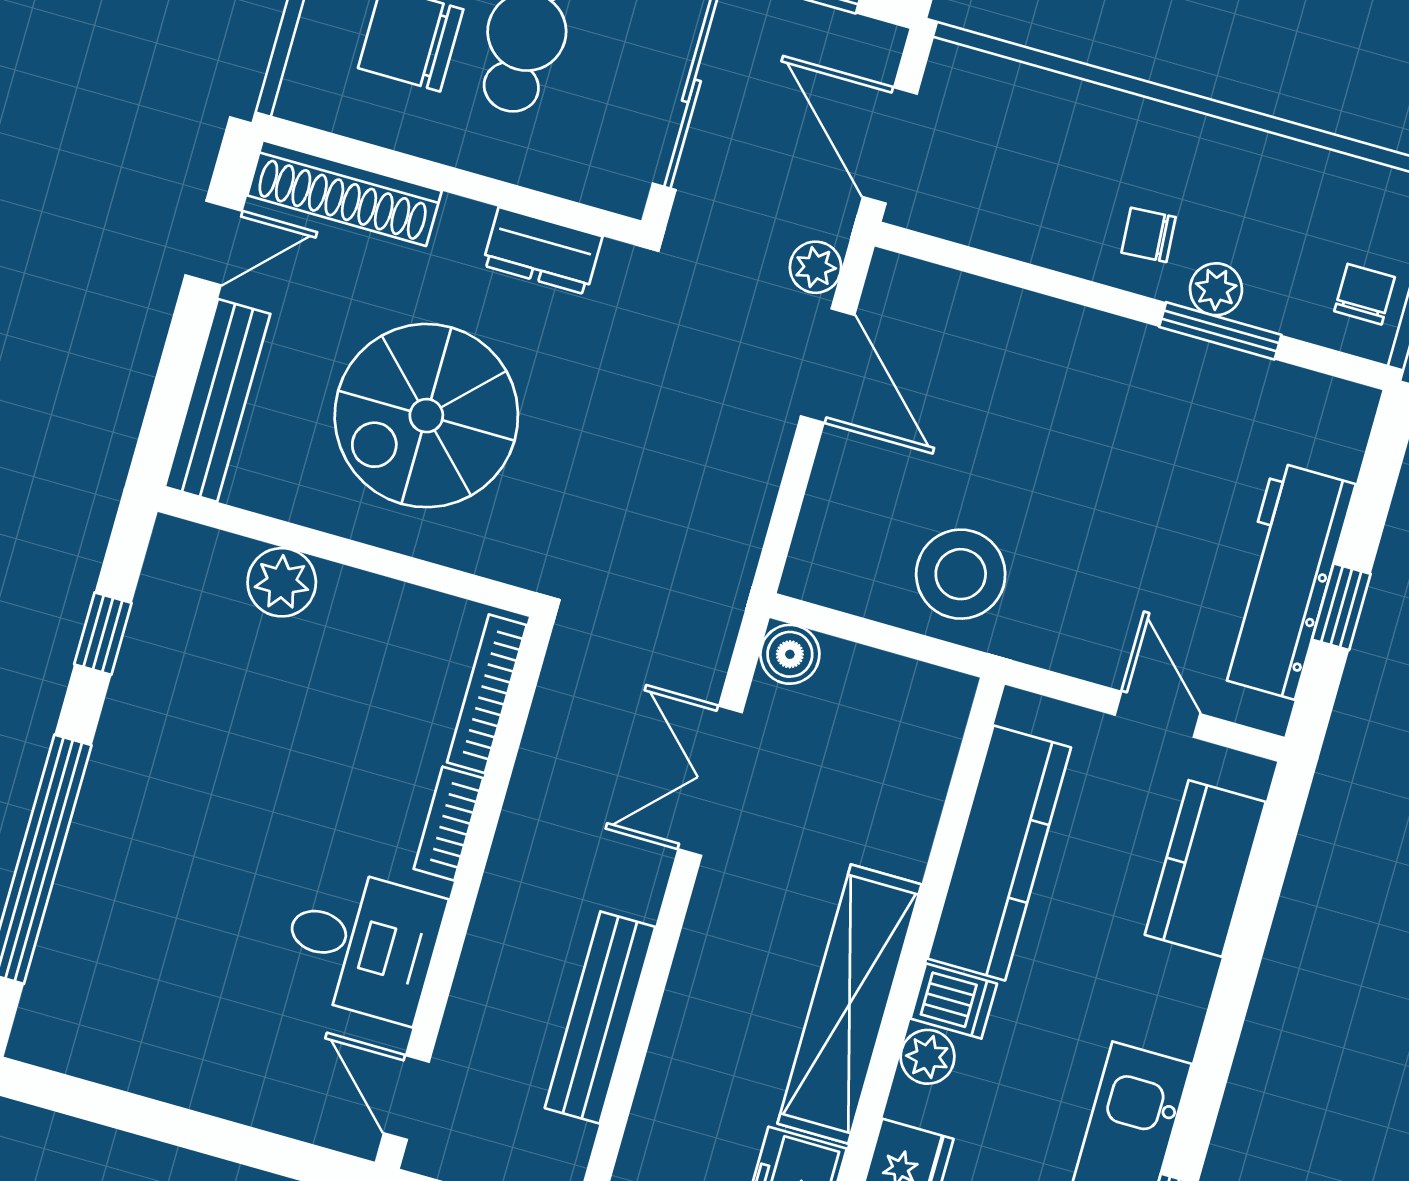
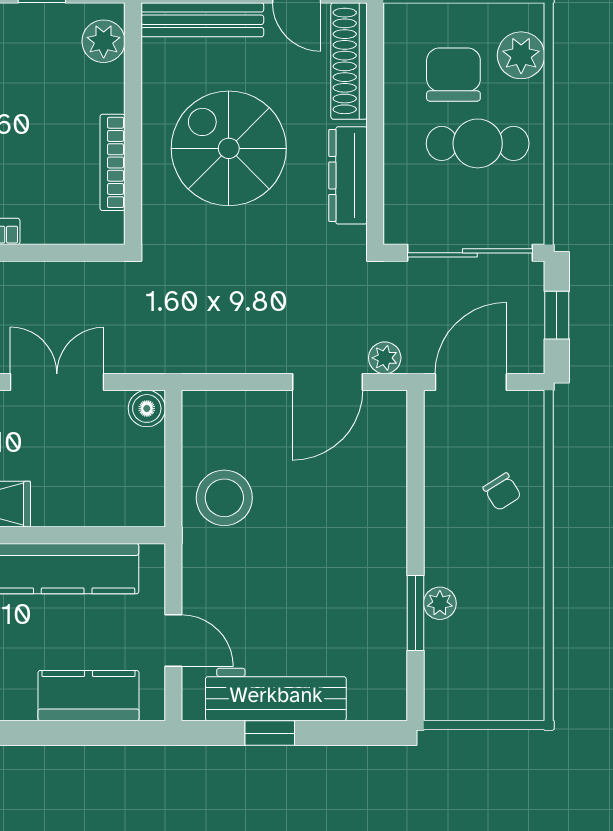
chair: (1149, 235) -> (502, 492), moved, turned 152
dresser: (542, 251) -> (348, 175), width x1.44
chair: (1365, 294) -> (462, 694), removed
plant: (282, 582) -> (104, 41), moved
bookcase: (487, 694) -> (113, 162), moved, turned -90
door: (1157, 714) -> (173, 641), hinge flipped

